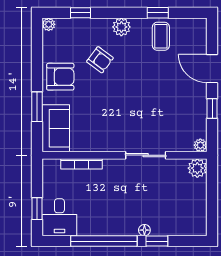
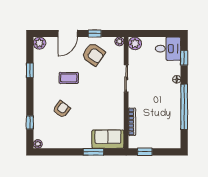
plant: (121, 27) -> (39, 43), moved
coffee table: (161, 36) -> (69, 78), moved
armchair: (60, 77) -> (93, 54), moved, turned 125
window: (37, 209) -> (145, 152), moved
desk: (59, 217) -> (168, 49), moved
window: (157, 241) -> (184, 58), moved

